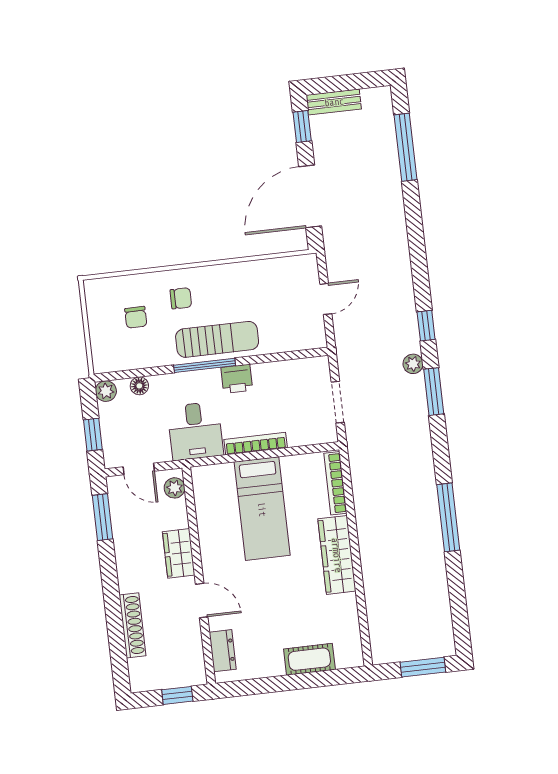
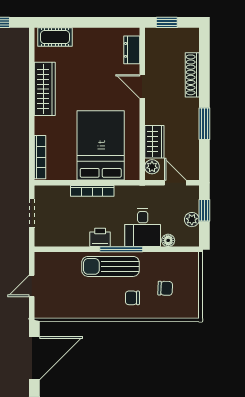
chair: (136, 317) -> (165, 288), turned 92
plant: (106, 391) -> (192, 220), moved
desk: (195, 431) -> (143, 228), moved, turned 180
bed: (262, 509) -> (101, 145), width x1.50
window: (102, 517) -> (204, 124), moved
wardrobe: (179, 553) -> (154, 142), moved
wardrobe: (337, 555) -> (45, 89), moved
cot: (309, 659) -> (55, 37), moved

